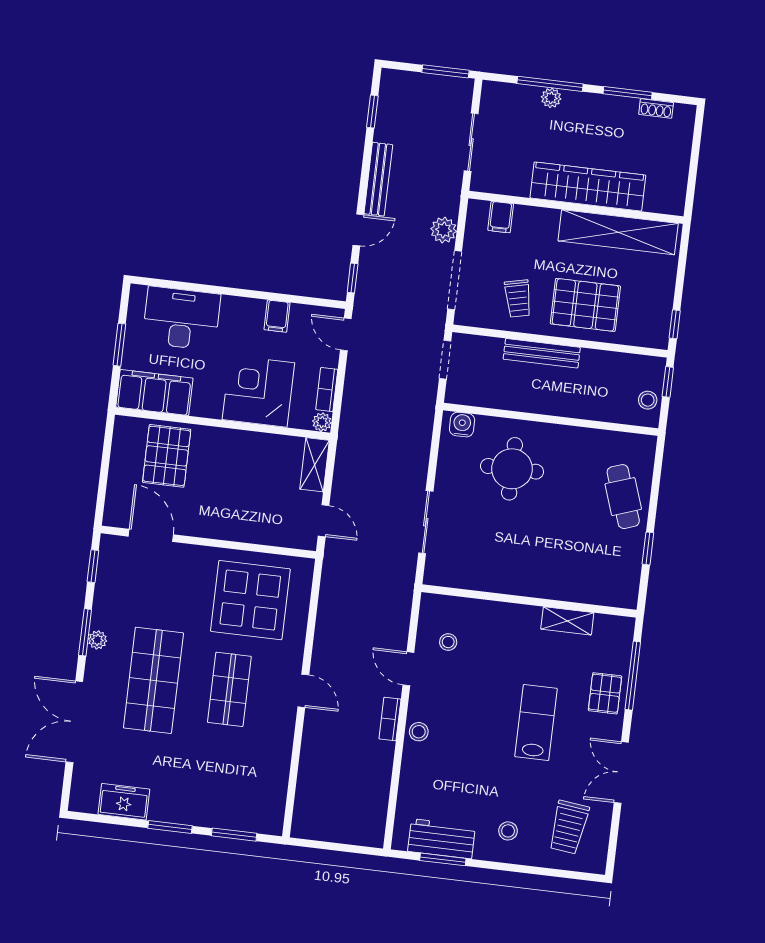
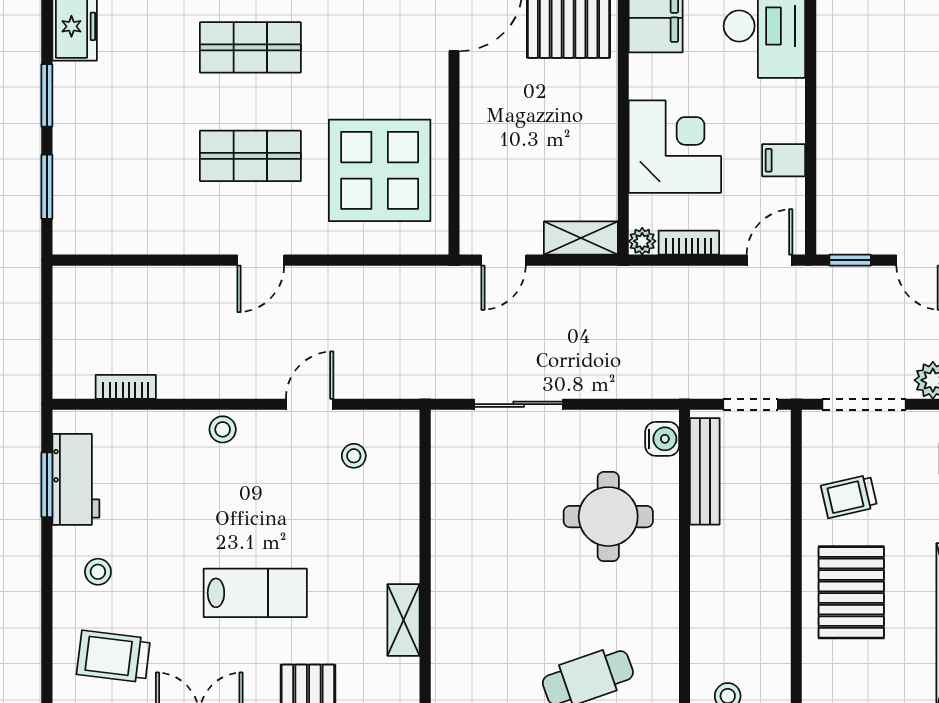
bench: (542, 353) -> (705, 471), moved
shop shelf: (153, 680) -> (250, 47), width x0.70, depth x0.74
bookcase: (390, 719) -> (126, 387), moved

